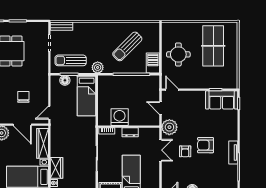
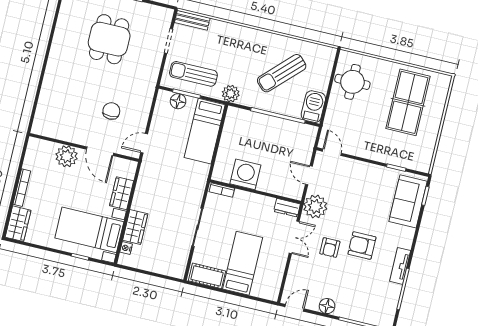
round table: (178, 54) -> (352, 82), moved
sofa: (222, 100) -> (408, 201), moved, turned 90
dresser: (130, 132) -> (287, 208), moved
wardrobe: (43, 143) -> (122, 193), width x0.67

